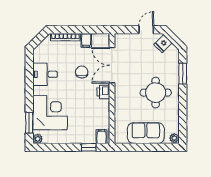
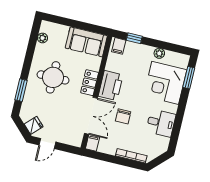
filing cabinet: (86, 40) -> (93, 143), moved
printer: (103, 92) -> (111, 86), width x1.87, depth x1.48
locker: (120, 96) -> (90, 83), added
sofa: (146, 133) -> (86, 42), moved
plant: (174, 138) -> (42, 38), moved
plant: (38, 139) -> (159, 53), moved

